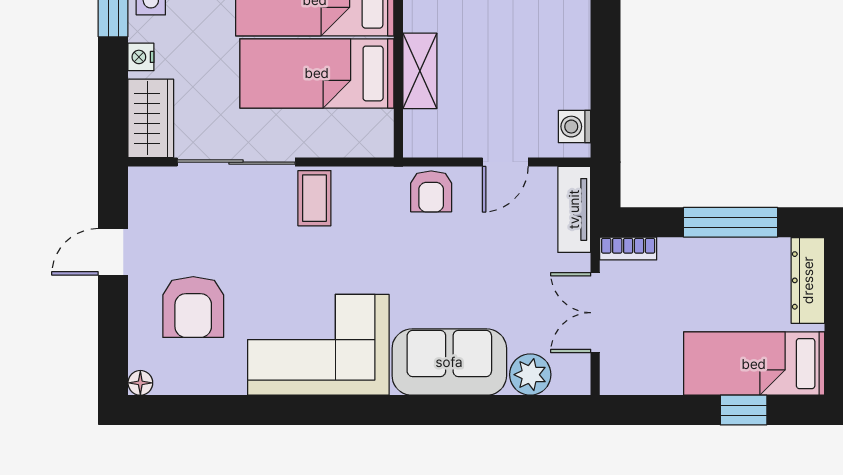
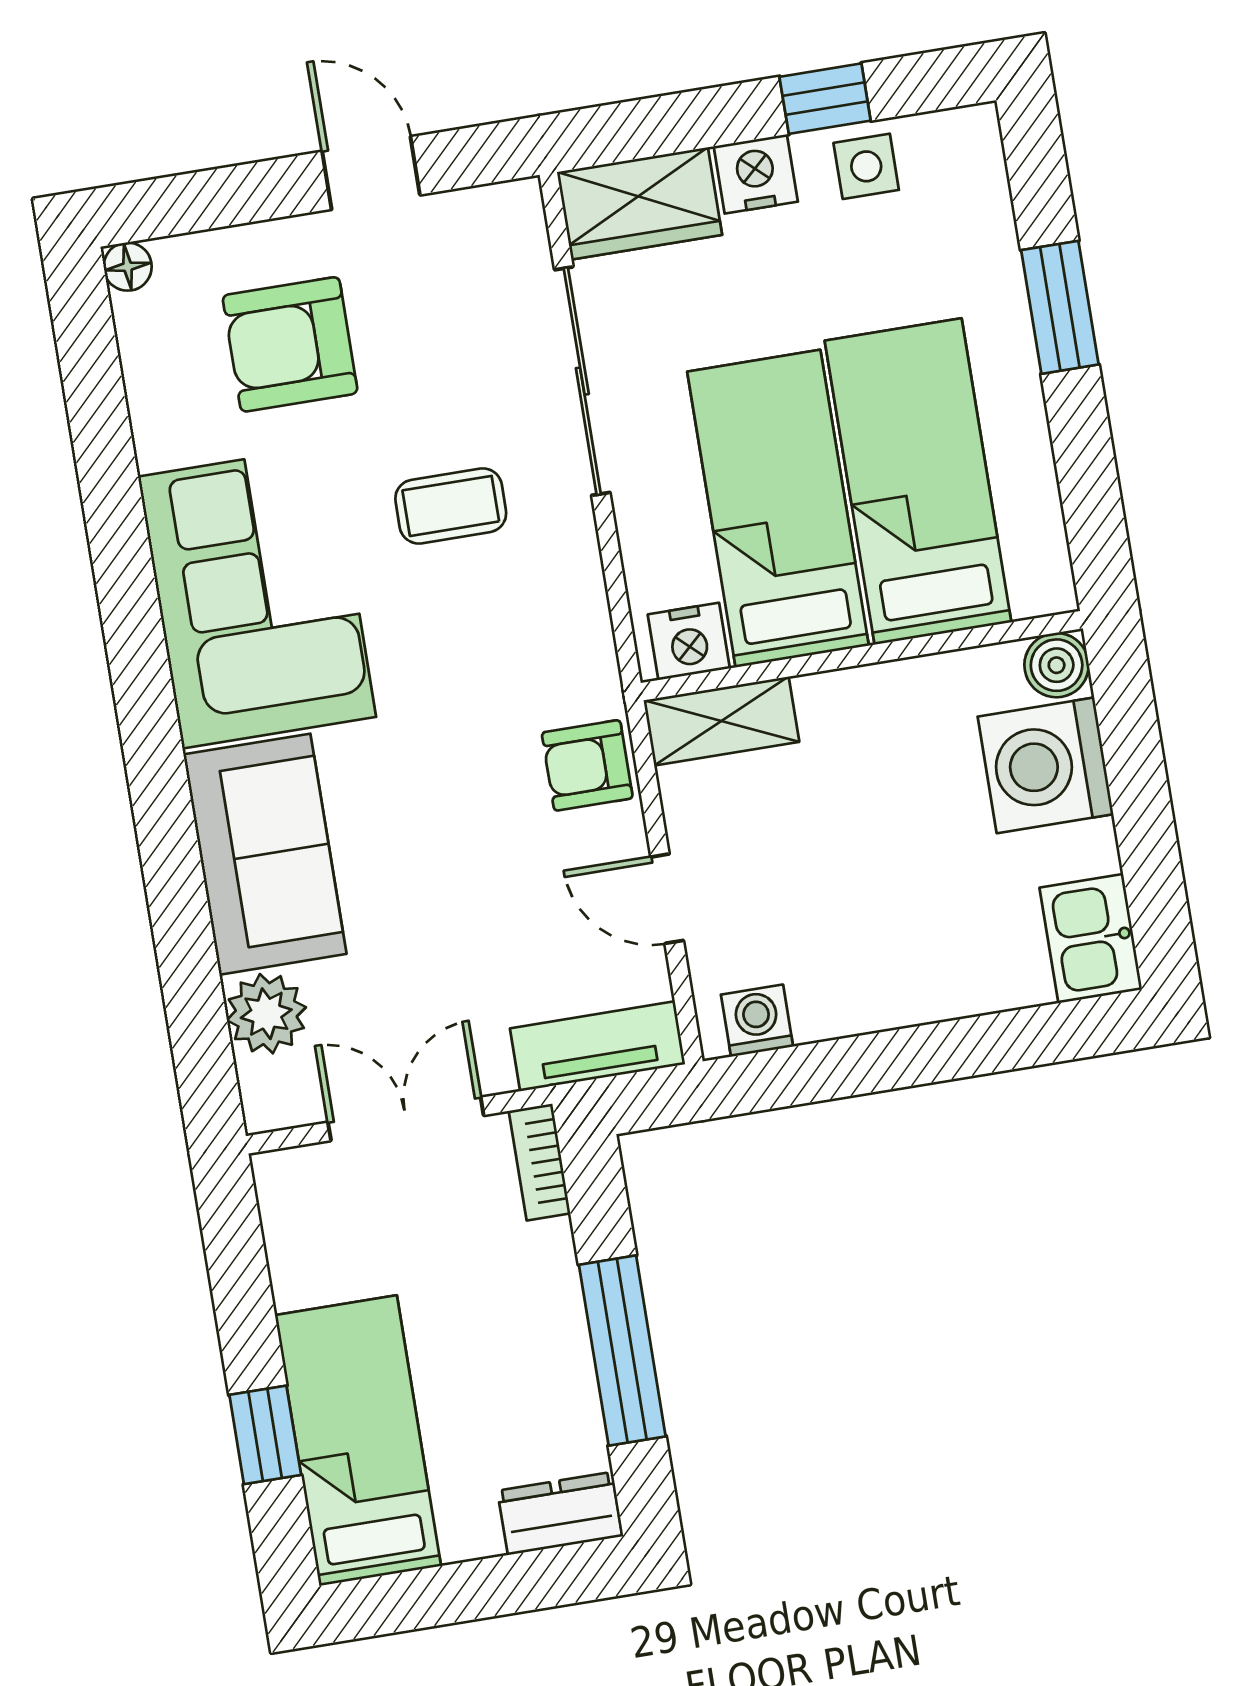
nightstand: (141, 57) -> (756, 174), width x1.39, depth x1.35
shelving: (420, 71) -> (721, 721), moved
nightstand: (377, 130) -> (689, 641), added
coffee table: (314, 198) -> (451, 506), moved
dresser: (808, 280) -> (560, 1514), width x0.70

